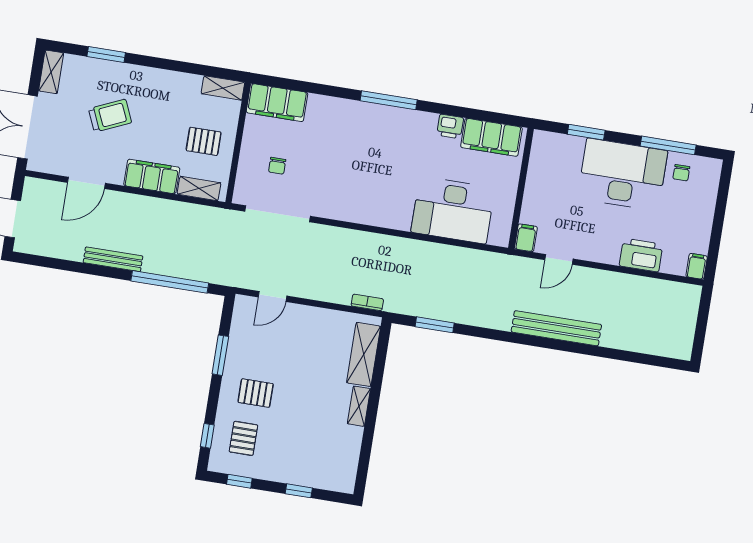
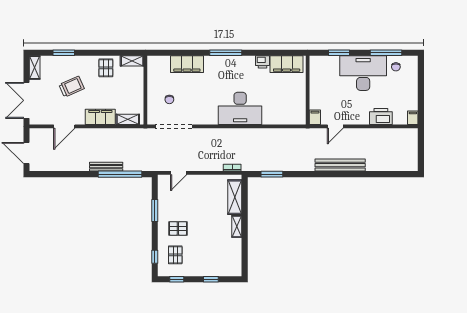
filing cabinet: (277, 103) -> (187, 64), moved
pallet: (204, 141) -> (106, 68), moved, turned 90
desk: (453, 210) -> (240, 108), moved
bench: (113, 259) -> (106, 167), moved

